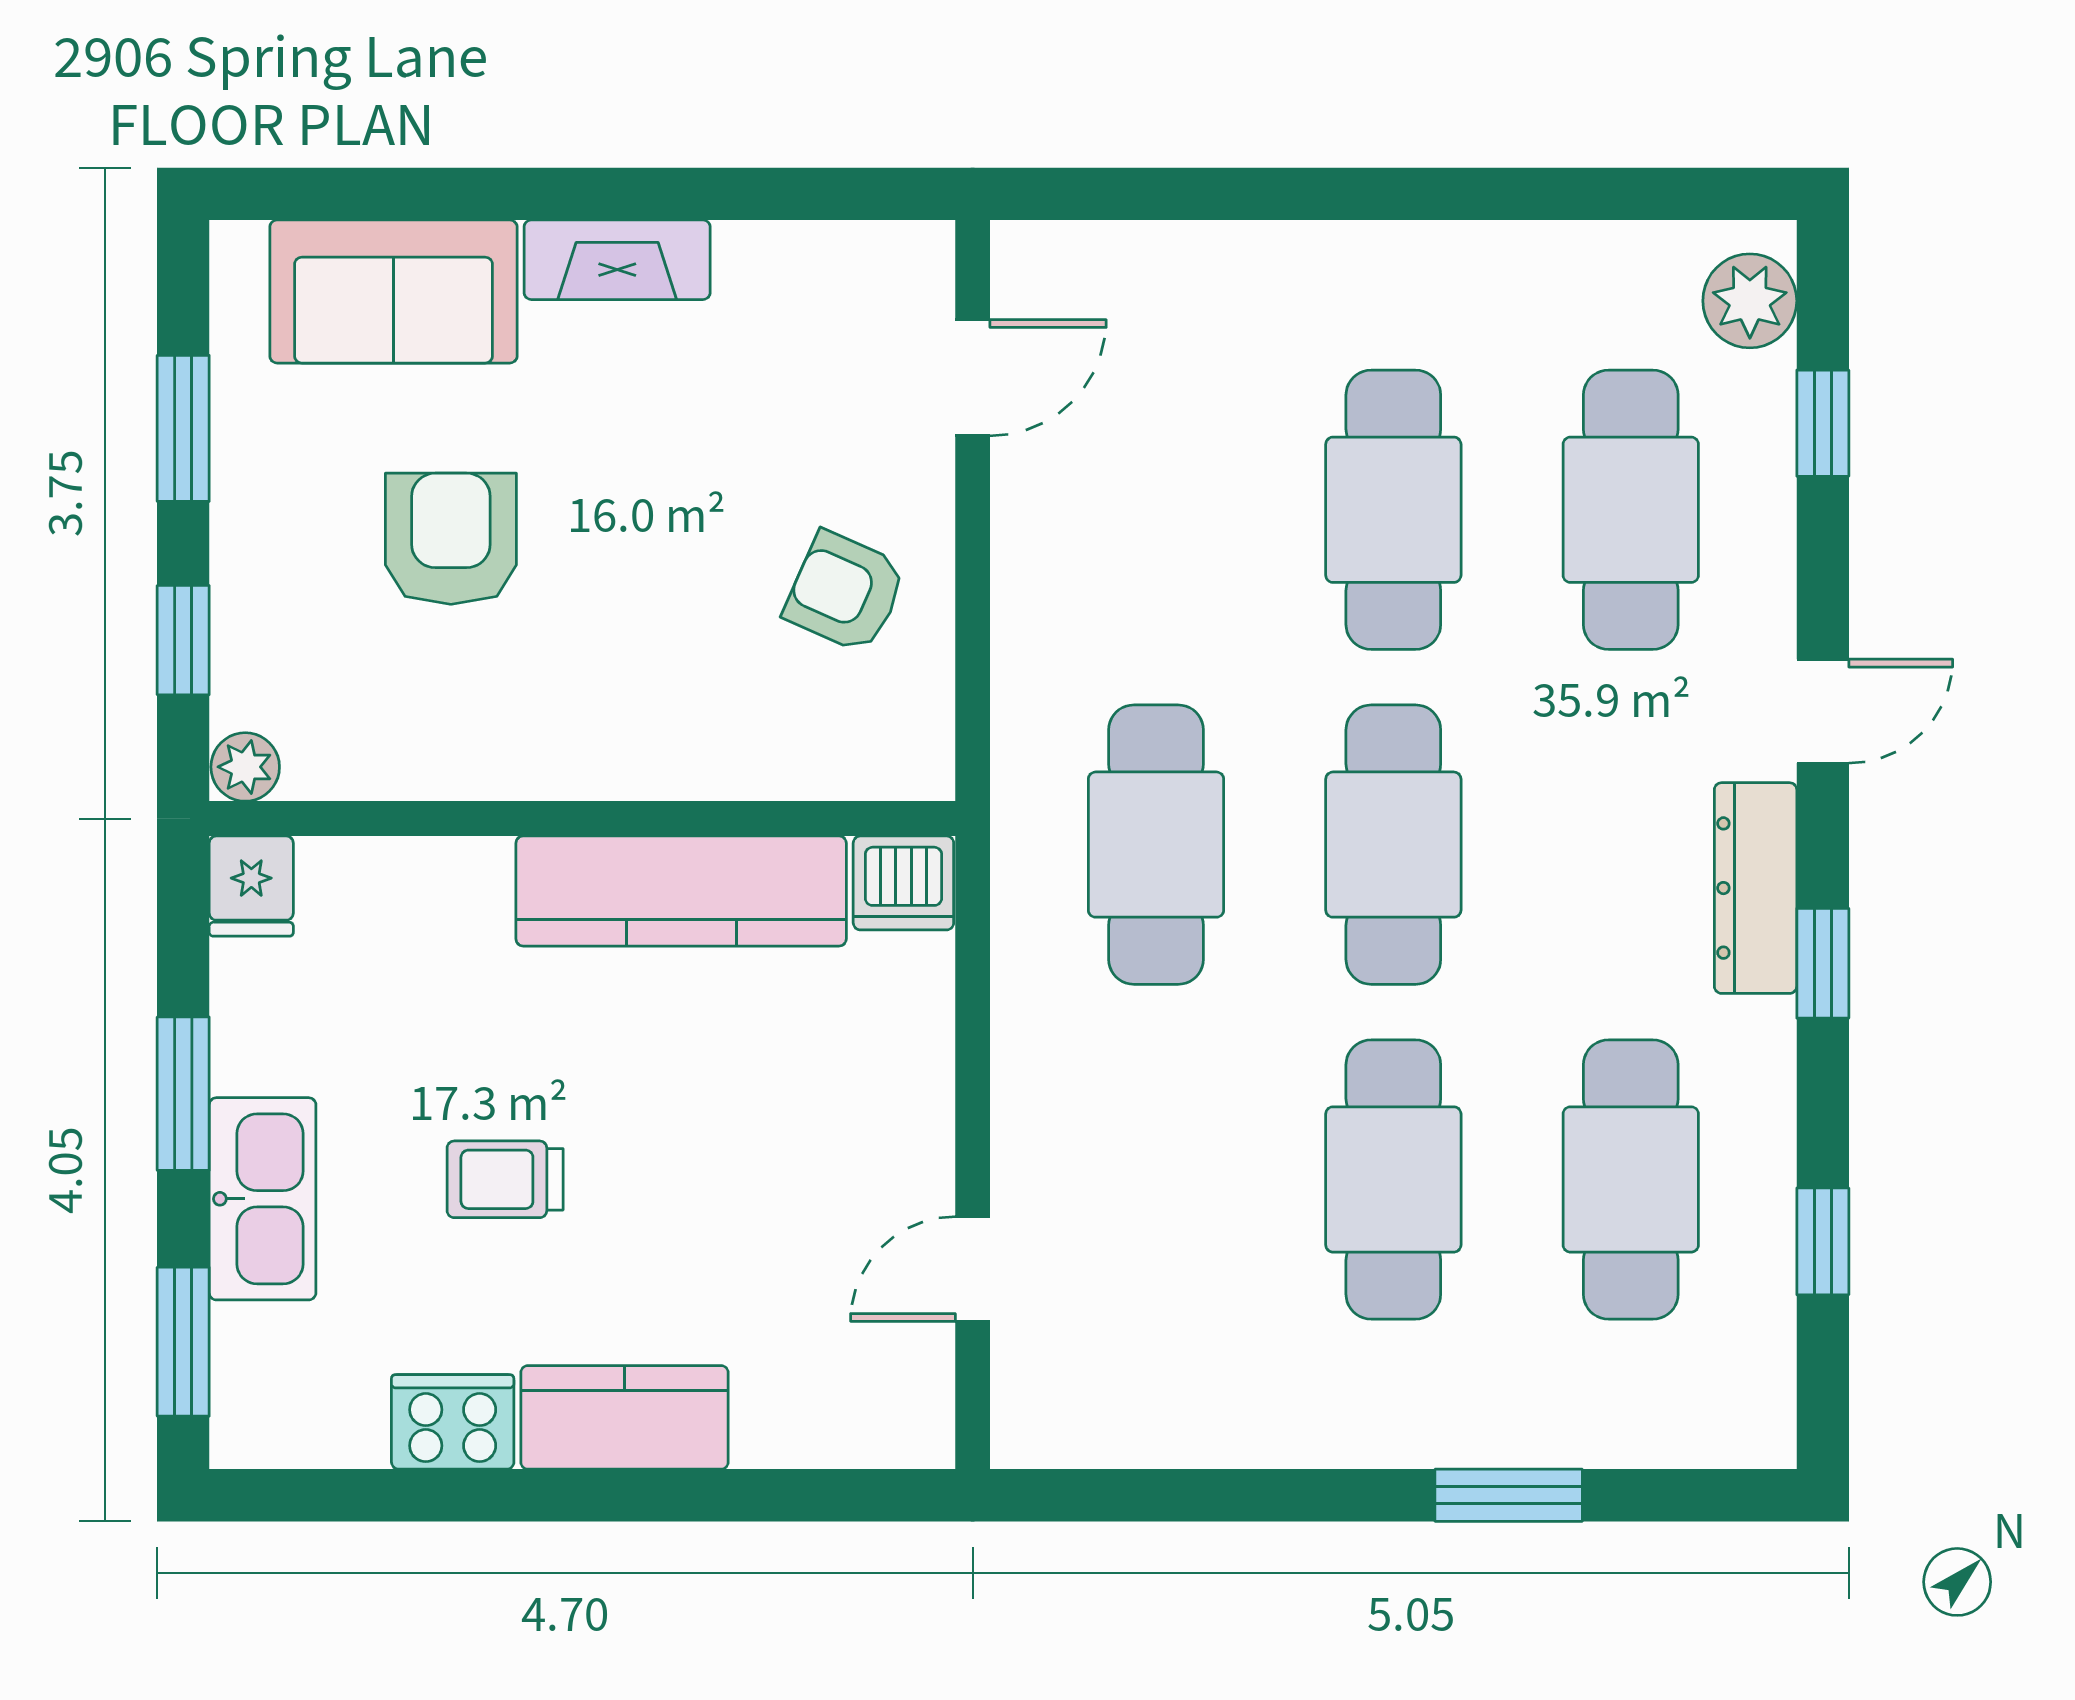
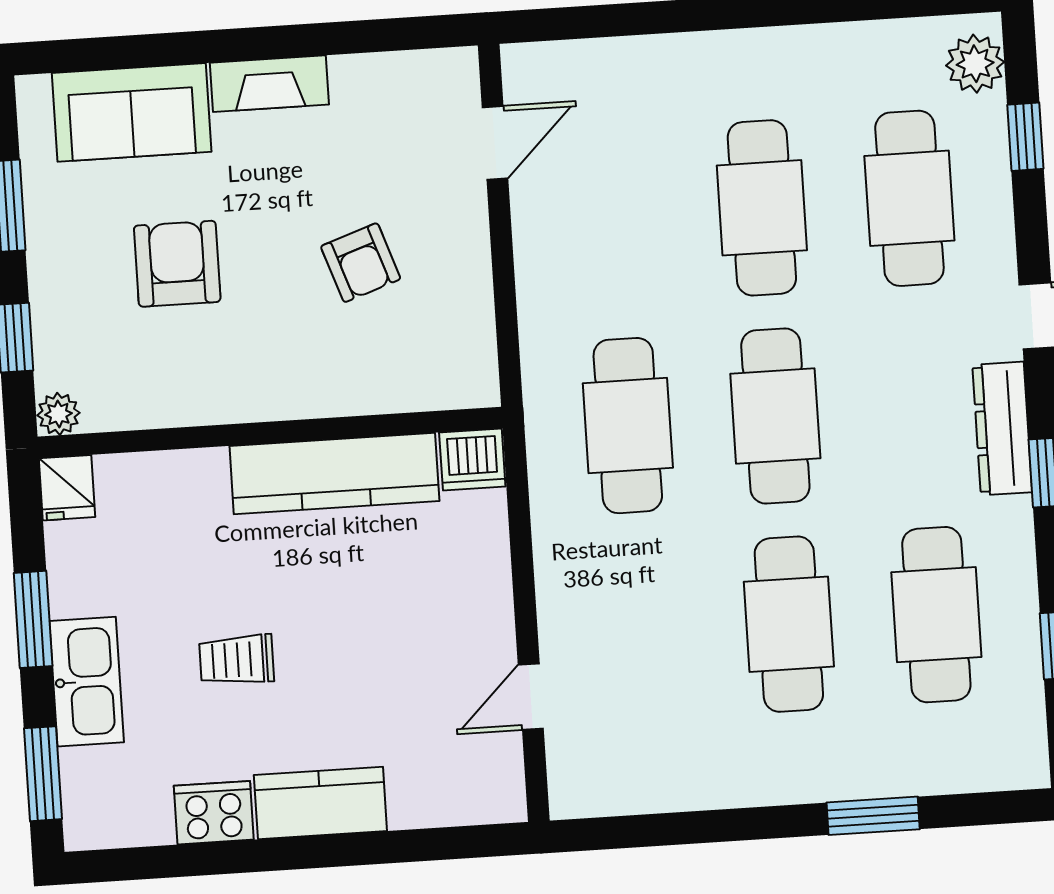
armchair: (845, 592) -> (361, 263), moved, turned -133

